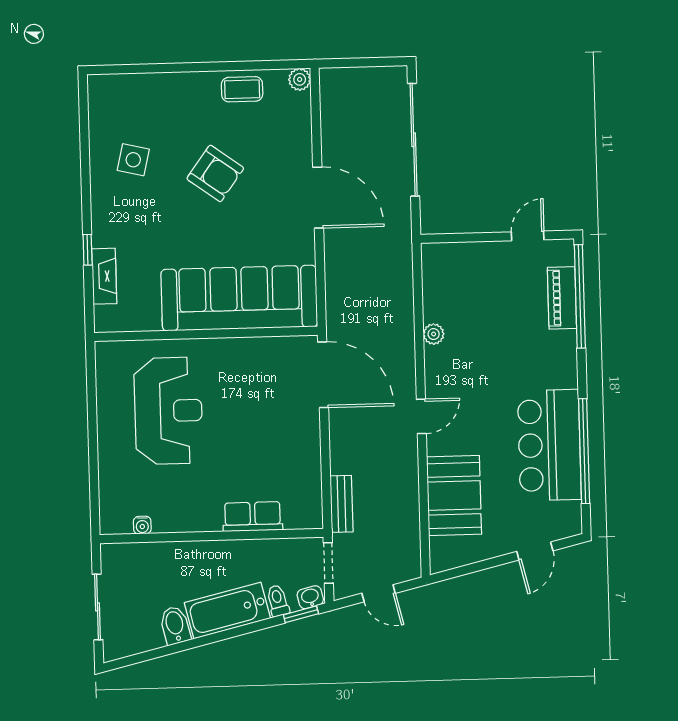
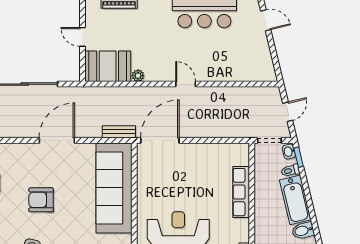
armchair: (215, 173) -> (41, 200), turned -126
door: (528, 236) -> (82, 37), moved
booth: (454, 495) -> (108, 66), moved
bench: (341, 504) -> (119, 132), moved
row of seats: (253, 517) -> (241, 192), width x1.48

